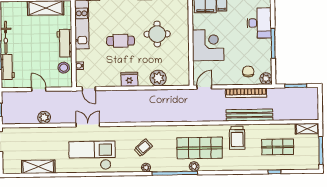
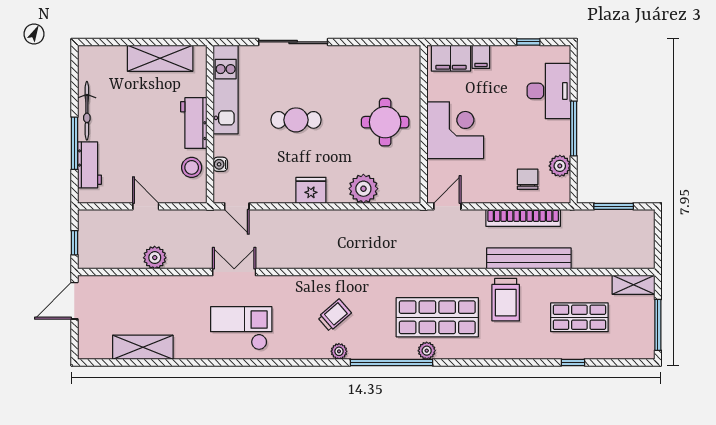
round table: (157, 34) -> (385, 122), moved
plant: (266, 79) -> (560, 166), moved
checkout: (92, 156) -> (241, 328), width x0.73, depth x0.83

